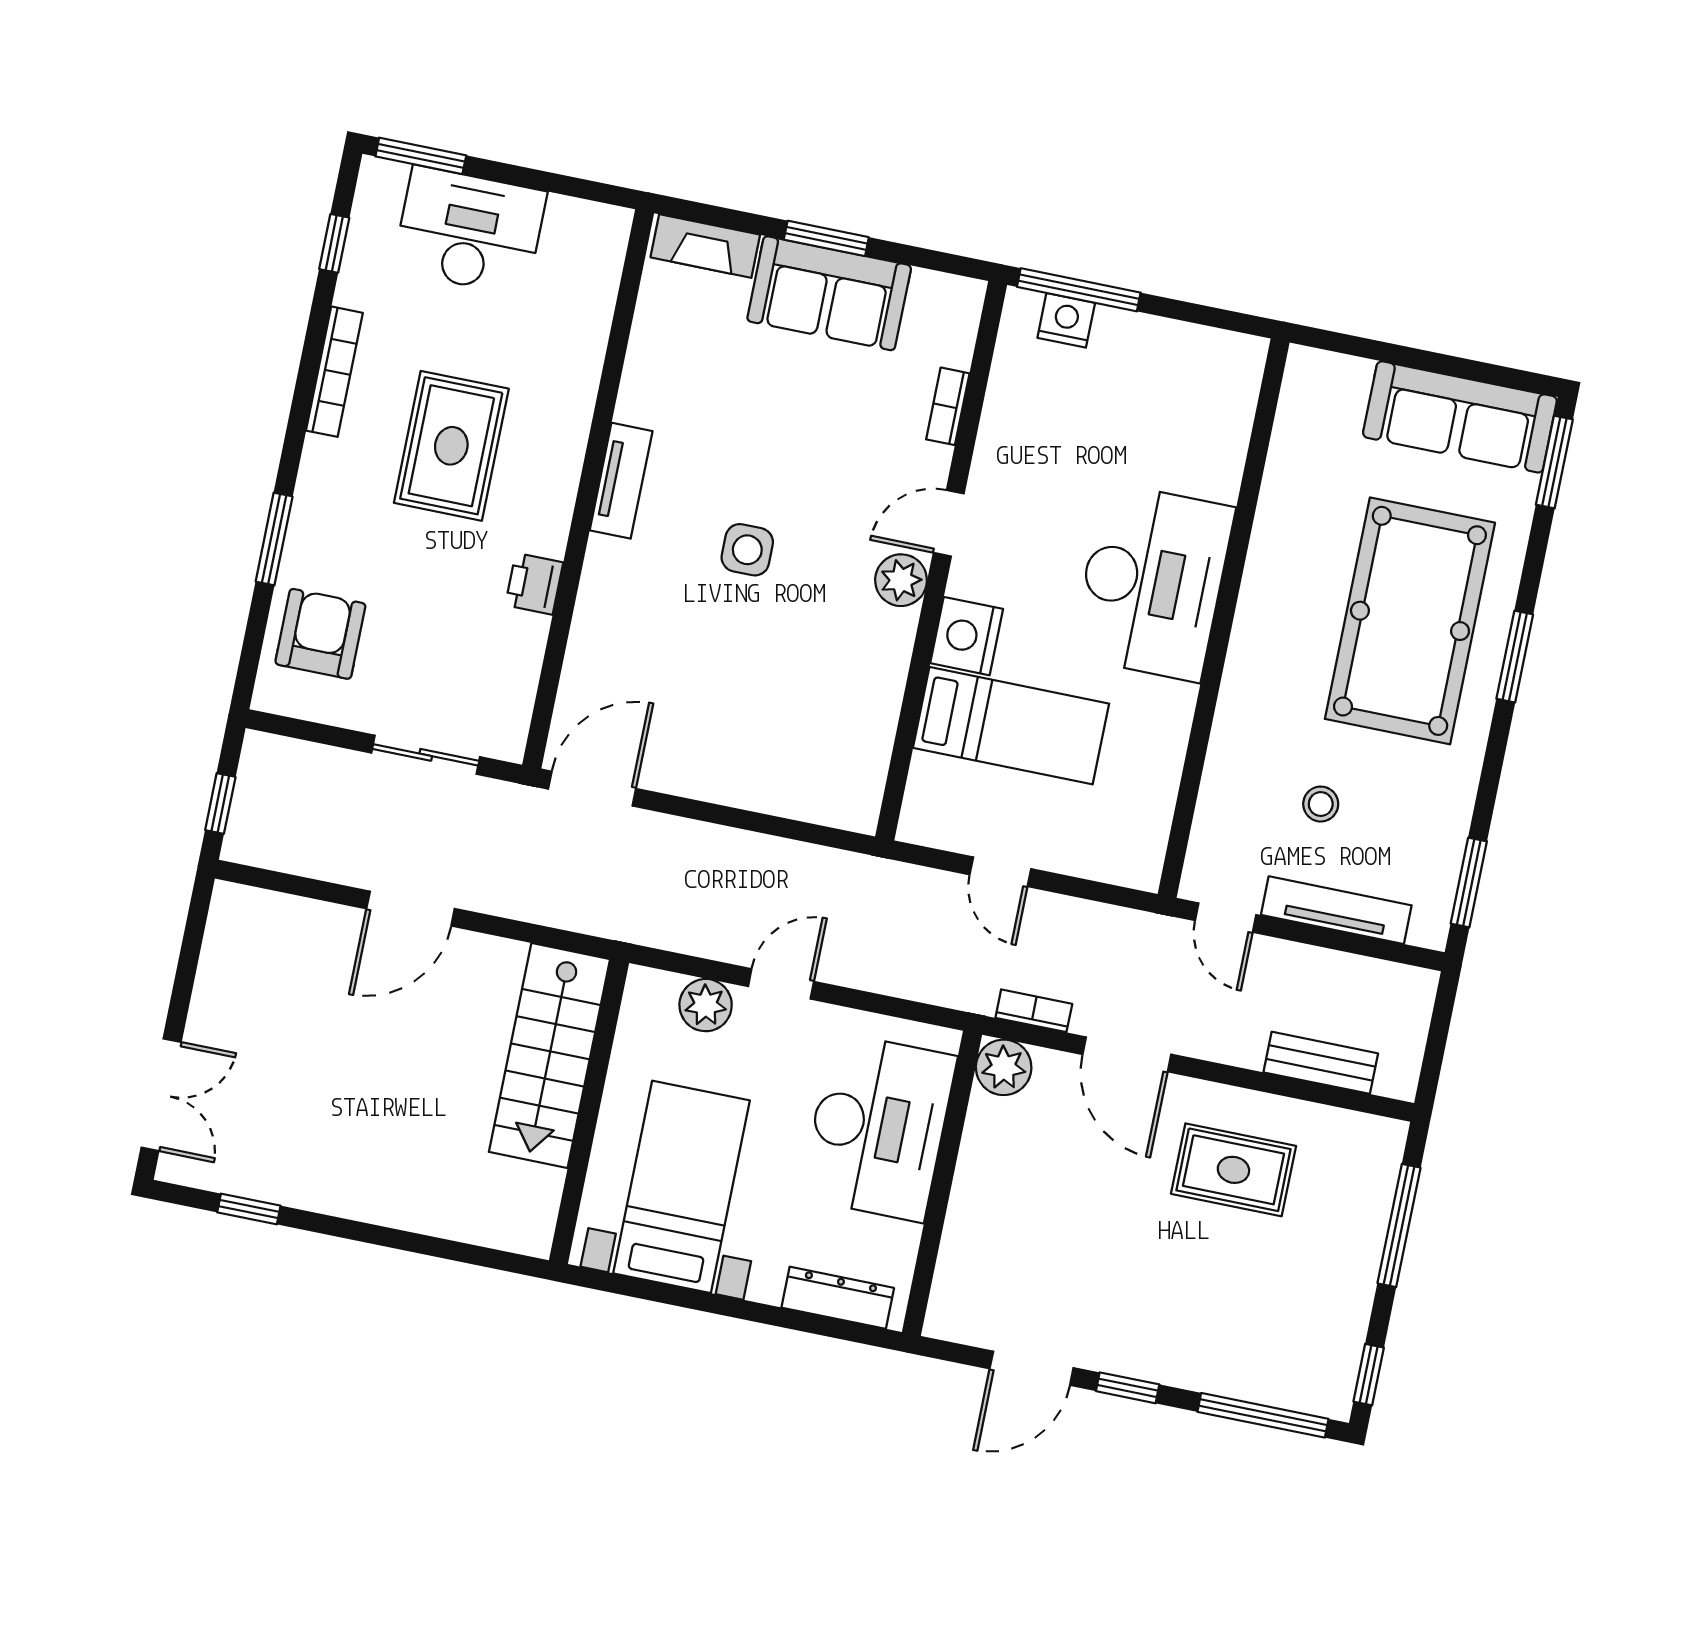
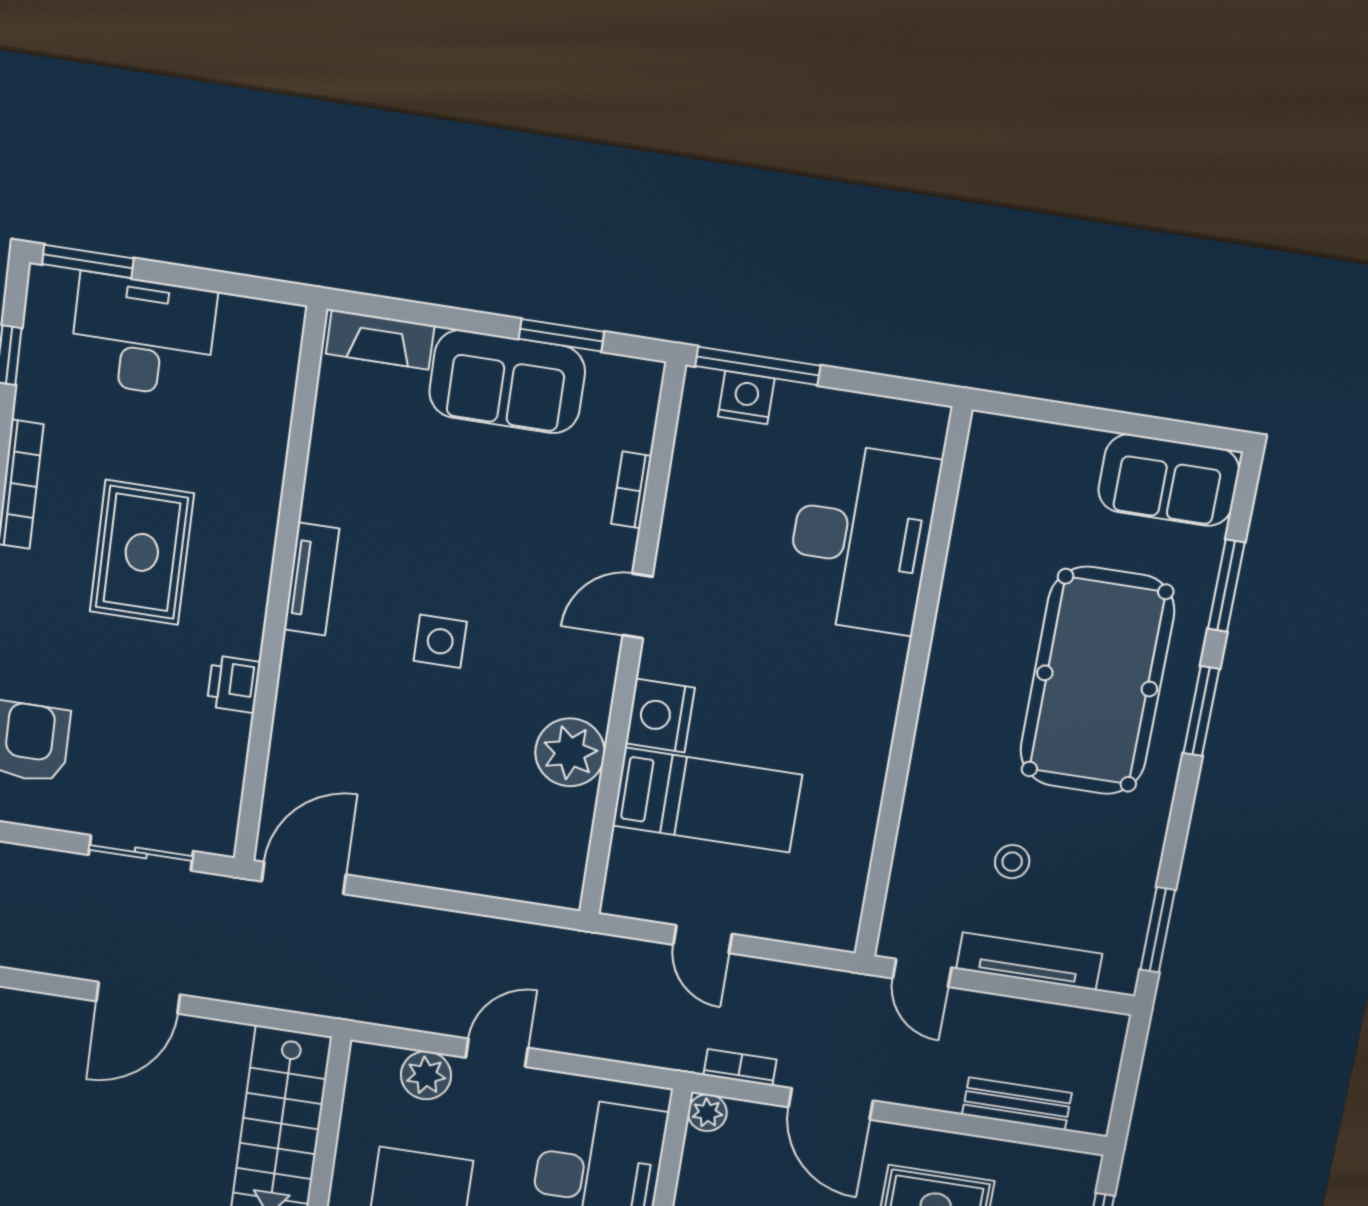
window: (826, 238) -> (561, 335), moved
sofa: (1460, 417) -> (1169, 480), width x0.73
window: (1554, 462) -> (1226, 586), moved
plant: (901, 580) -> (570, 752), moved, width x1.36, depth x1.36
desk: (1152, 582) -> (861, 538), moved
plant: (1004, 1067) -> (707, 1113), width x0.73, depth x0.73

